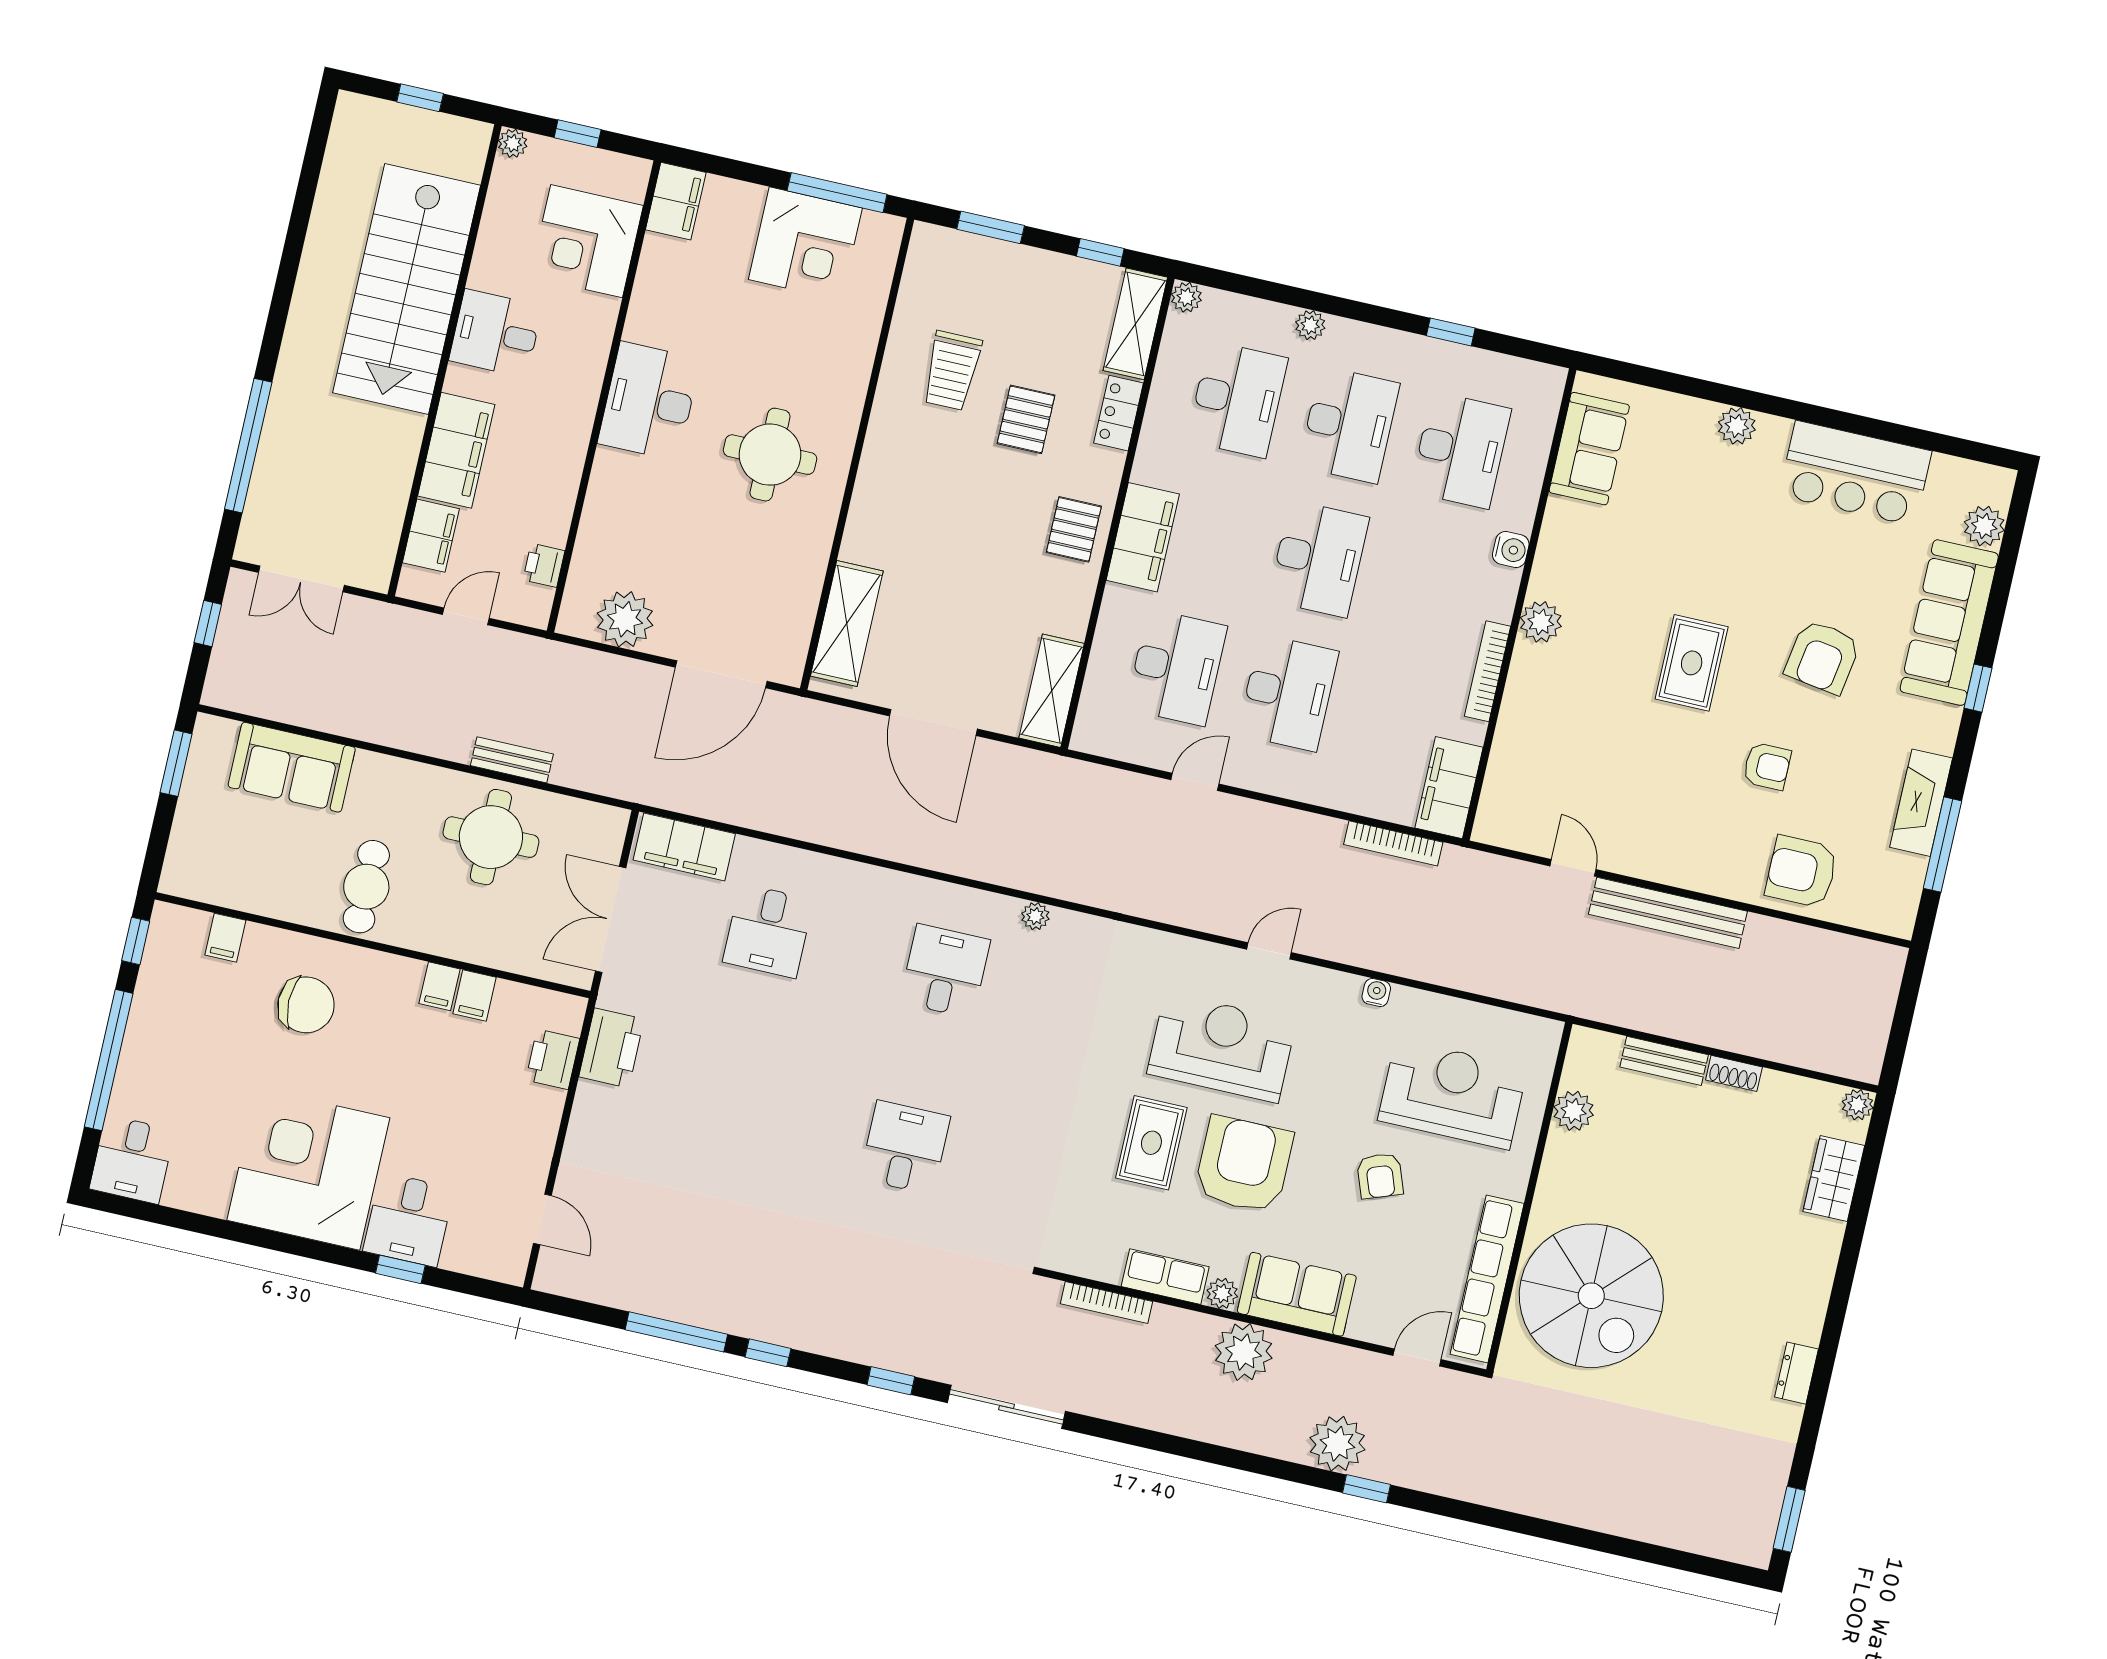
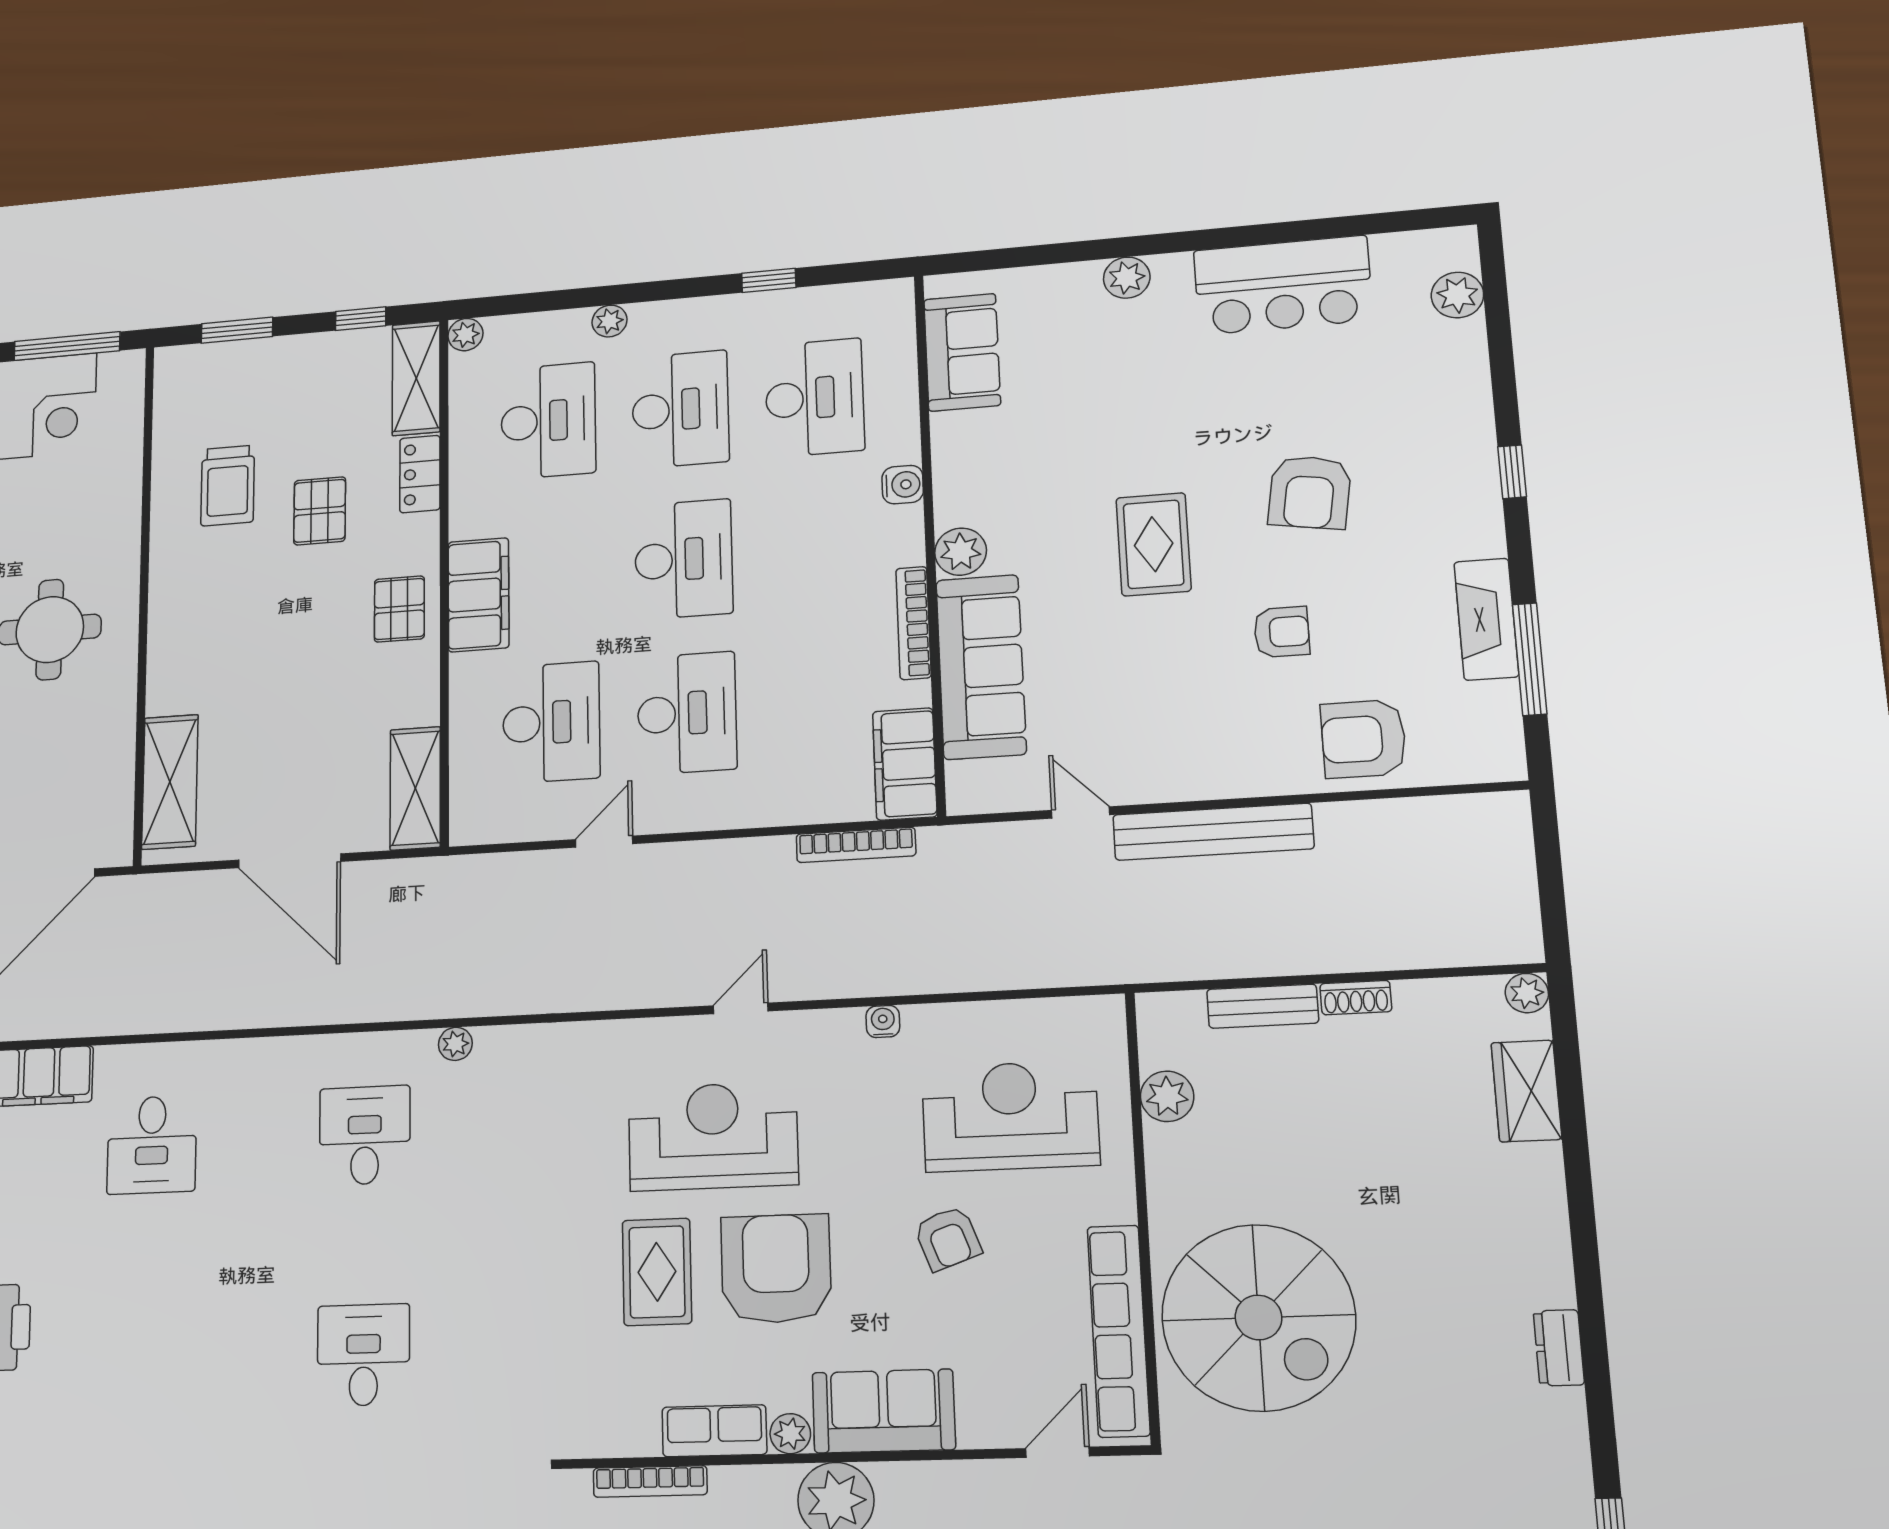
sofa: (1949, 623) -> (981, 667), moved, turned 180

